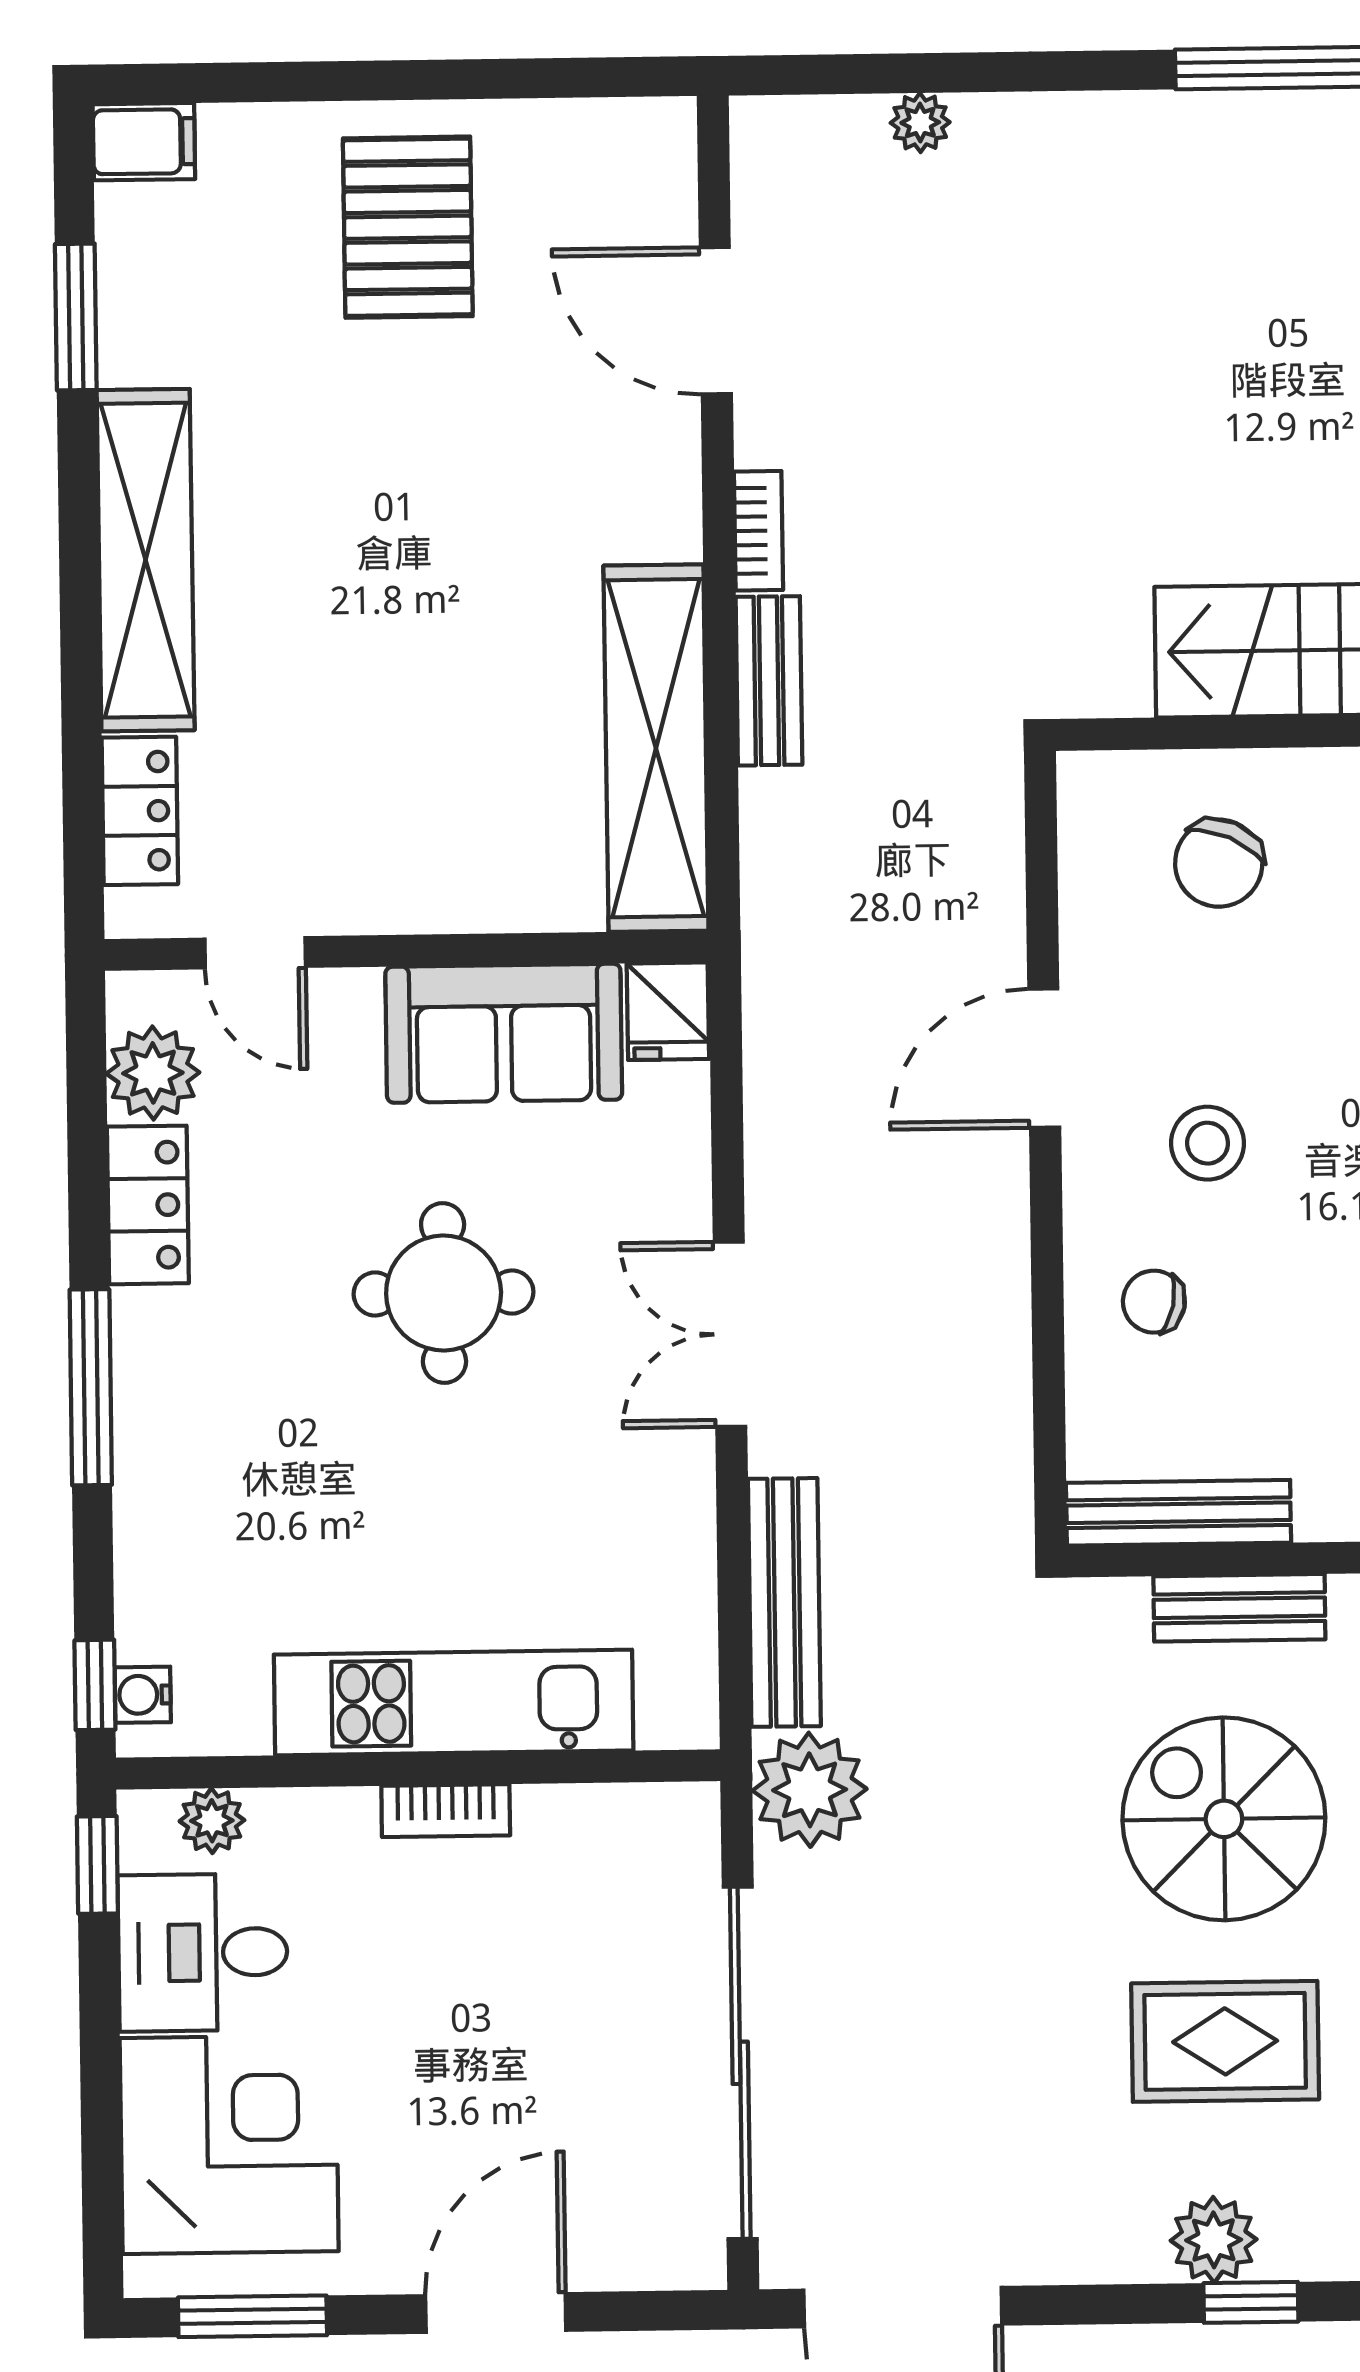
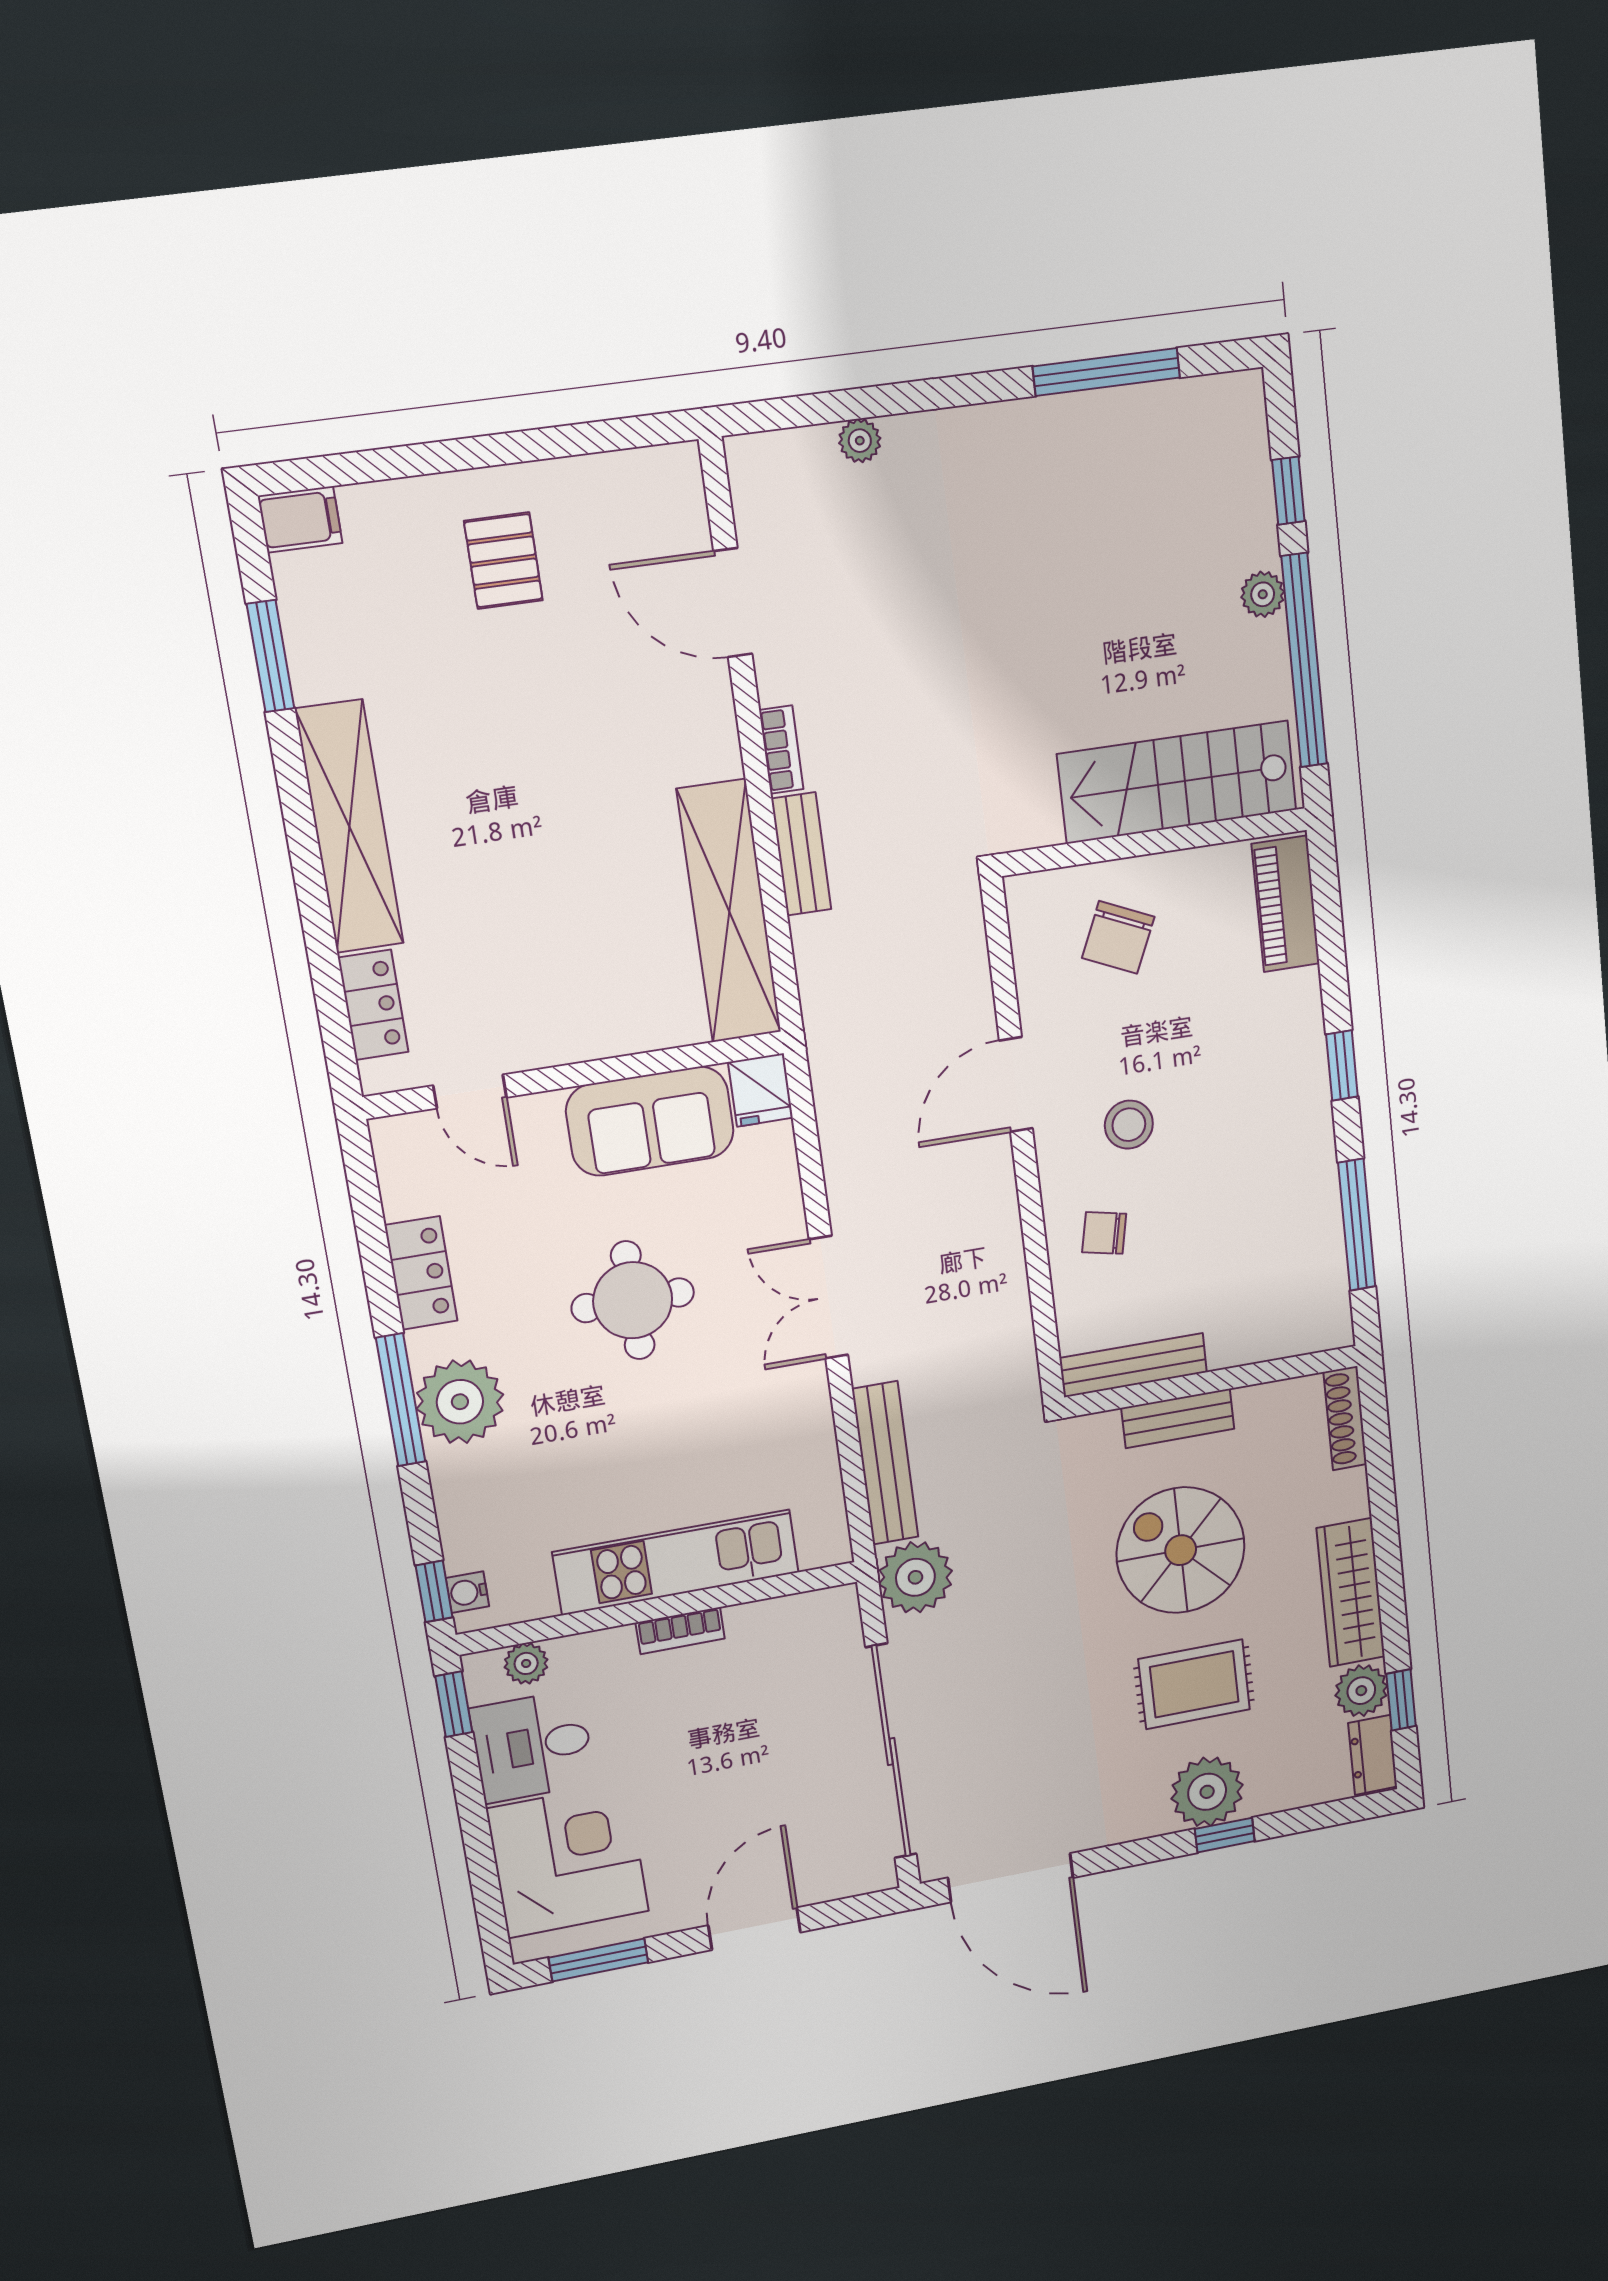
pallet: (408, 227) -> (503, 561), width x0.67, depth x0.71
plant: (153, 1073) -> (460, 1402), moved, width x1.36, depth x1.36
plant: (1214, 2240) -> (1207, 1792), width x1.36, depth x1.36

